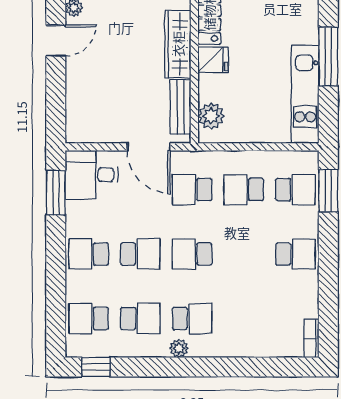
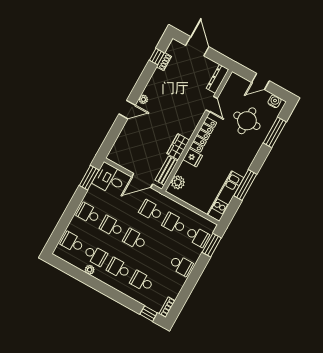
wardrobe: (178, 44) -> (178, 147), width x0.67
door: (149, 147) -> (142, 180), hinge flipped
school desk: (140, 254) -> (112, 226), turned 180
school desk: (192, 318) -> (119, 268), turned 180
school desk: (244, 318) -> (142, 281), added
plant: (179, 348) -> (90, 270), moved
window: (96, 367) -> (149, 314), moved

